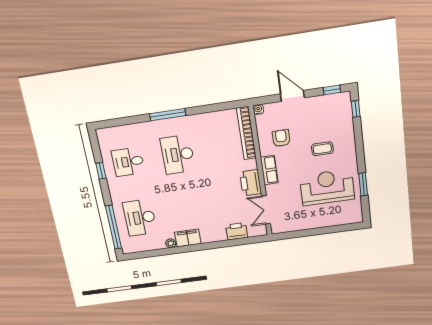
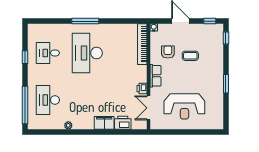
coffee table: (322, 149) -> (190, 56), moved
desk: (178, 155) -> (87, 53), width x1.36, depth x1.30
printer: (251, 183) -> (142, 89), width x0.53, depth x0.68
window: (363, 184) -> (226, 84), moved
reception desk: (327, 187) -> (184, 106), moved, turned 180
filing cabinet: (188, 238) -> (104, 123), moved

